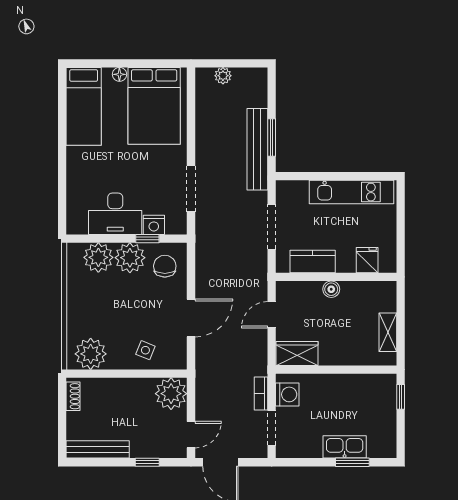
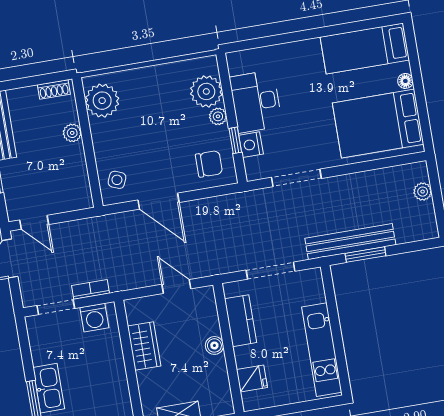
plant: (130, 258) -> (218, 116), width x0.53, depth x0.53
side table: (145, 350) -> (117, 180), moved
wardrobe: (297, 353) -> (144, 346), moved
plant: (171, 394) -> (72, 133), moved, width x0.53, depth x0.53

